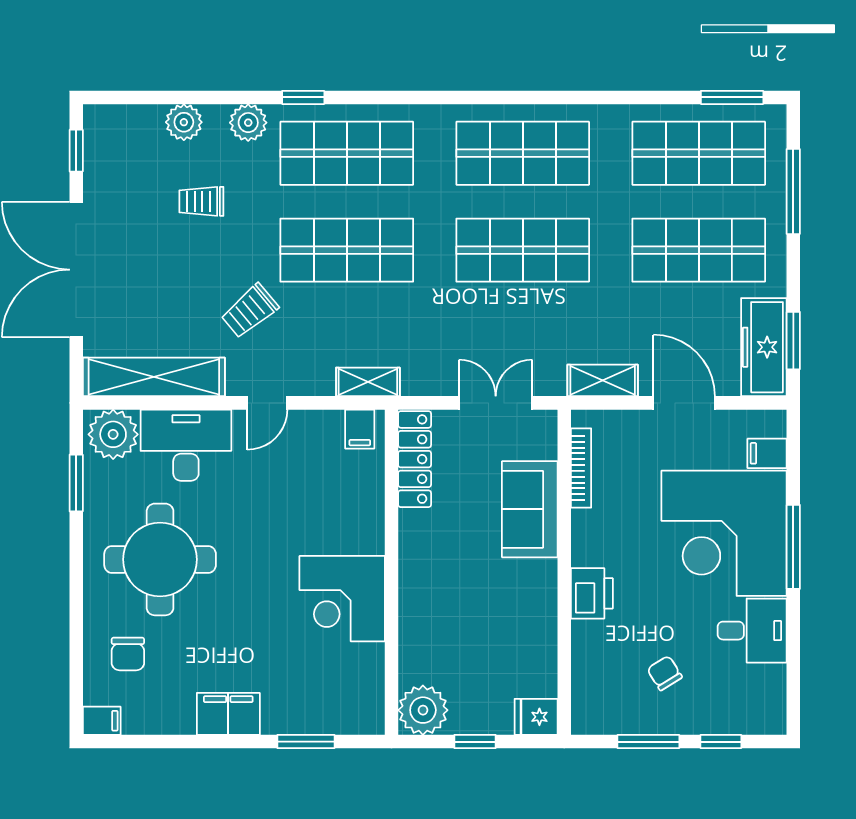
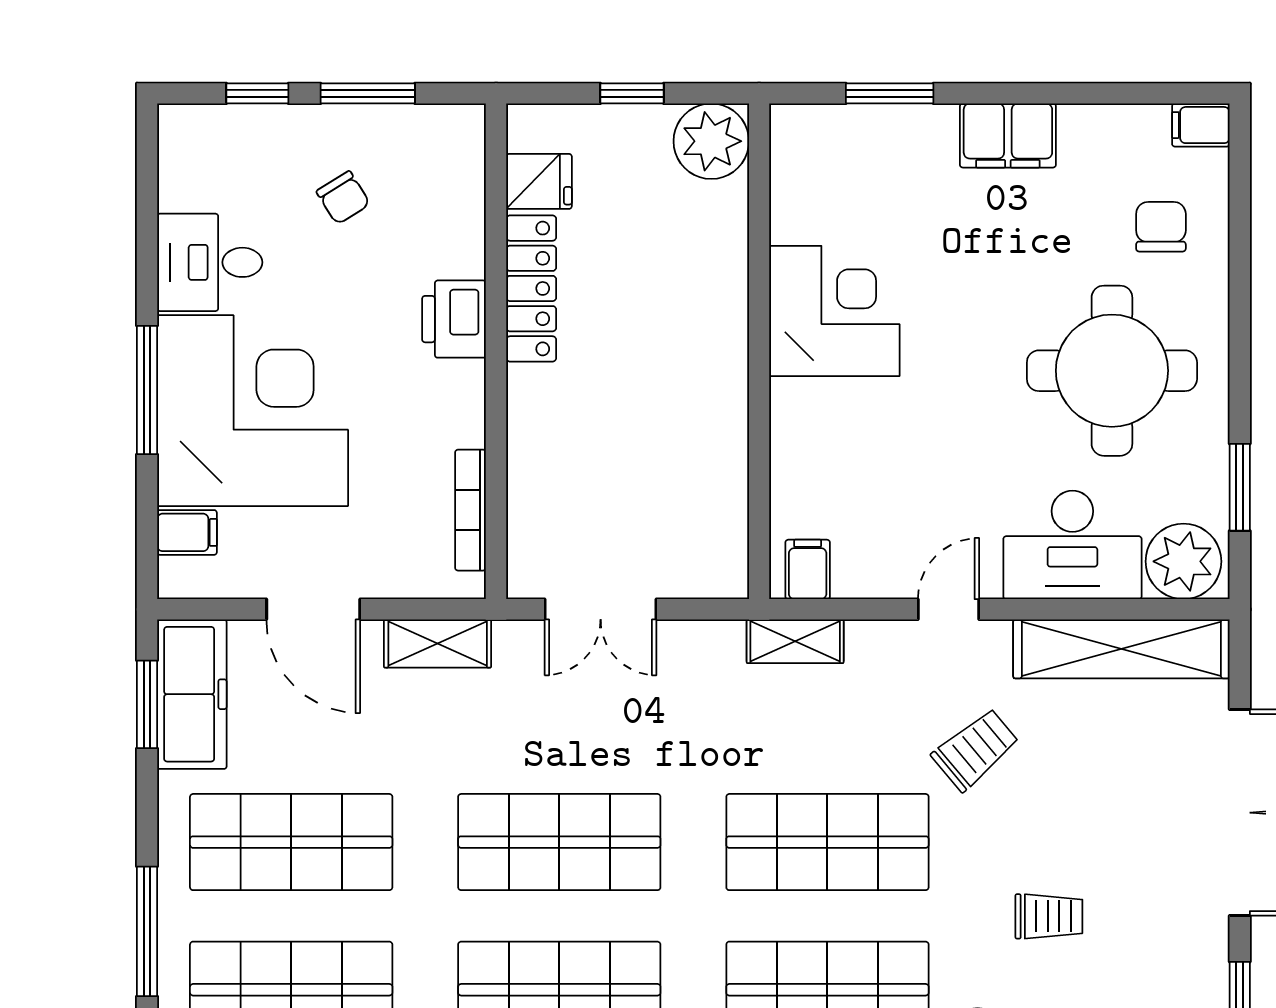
locker: (415, 459) -> (531, 288), moved, turned 180
sofa: (530, 509) -> (549, 447), removed
fridge: (536, 717) -> (539, 181), moved

